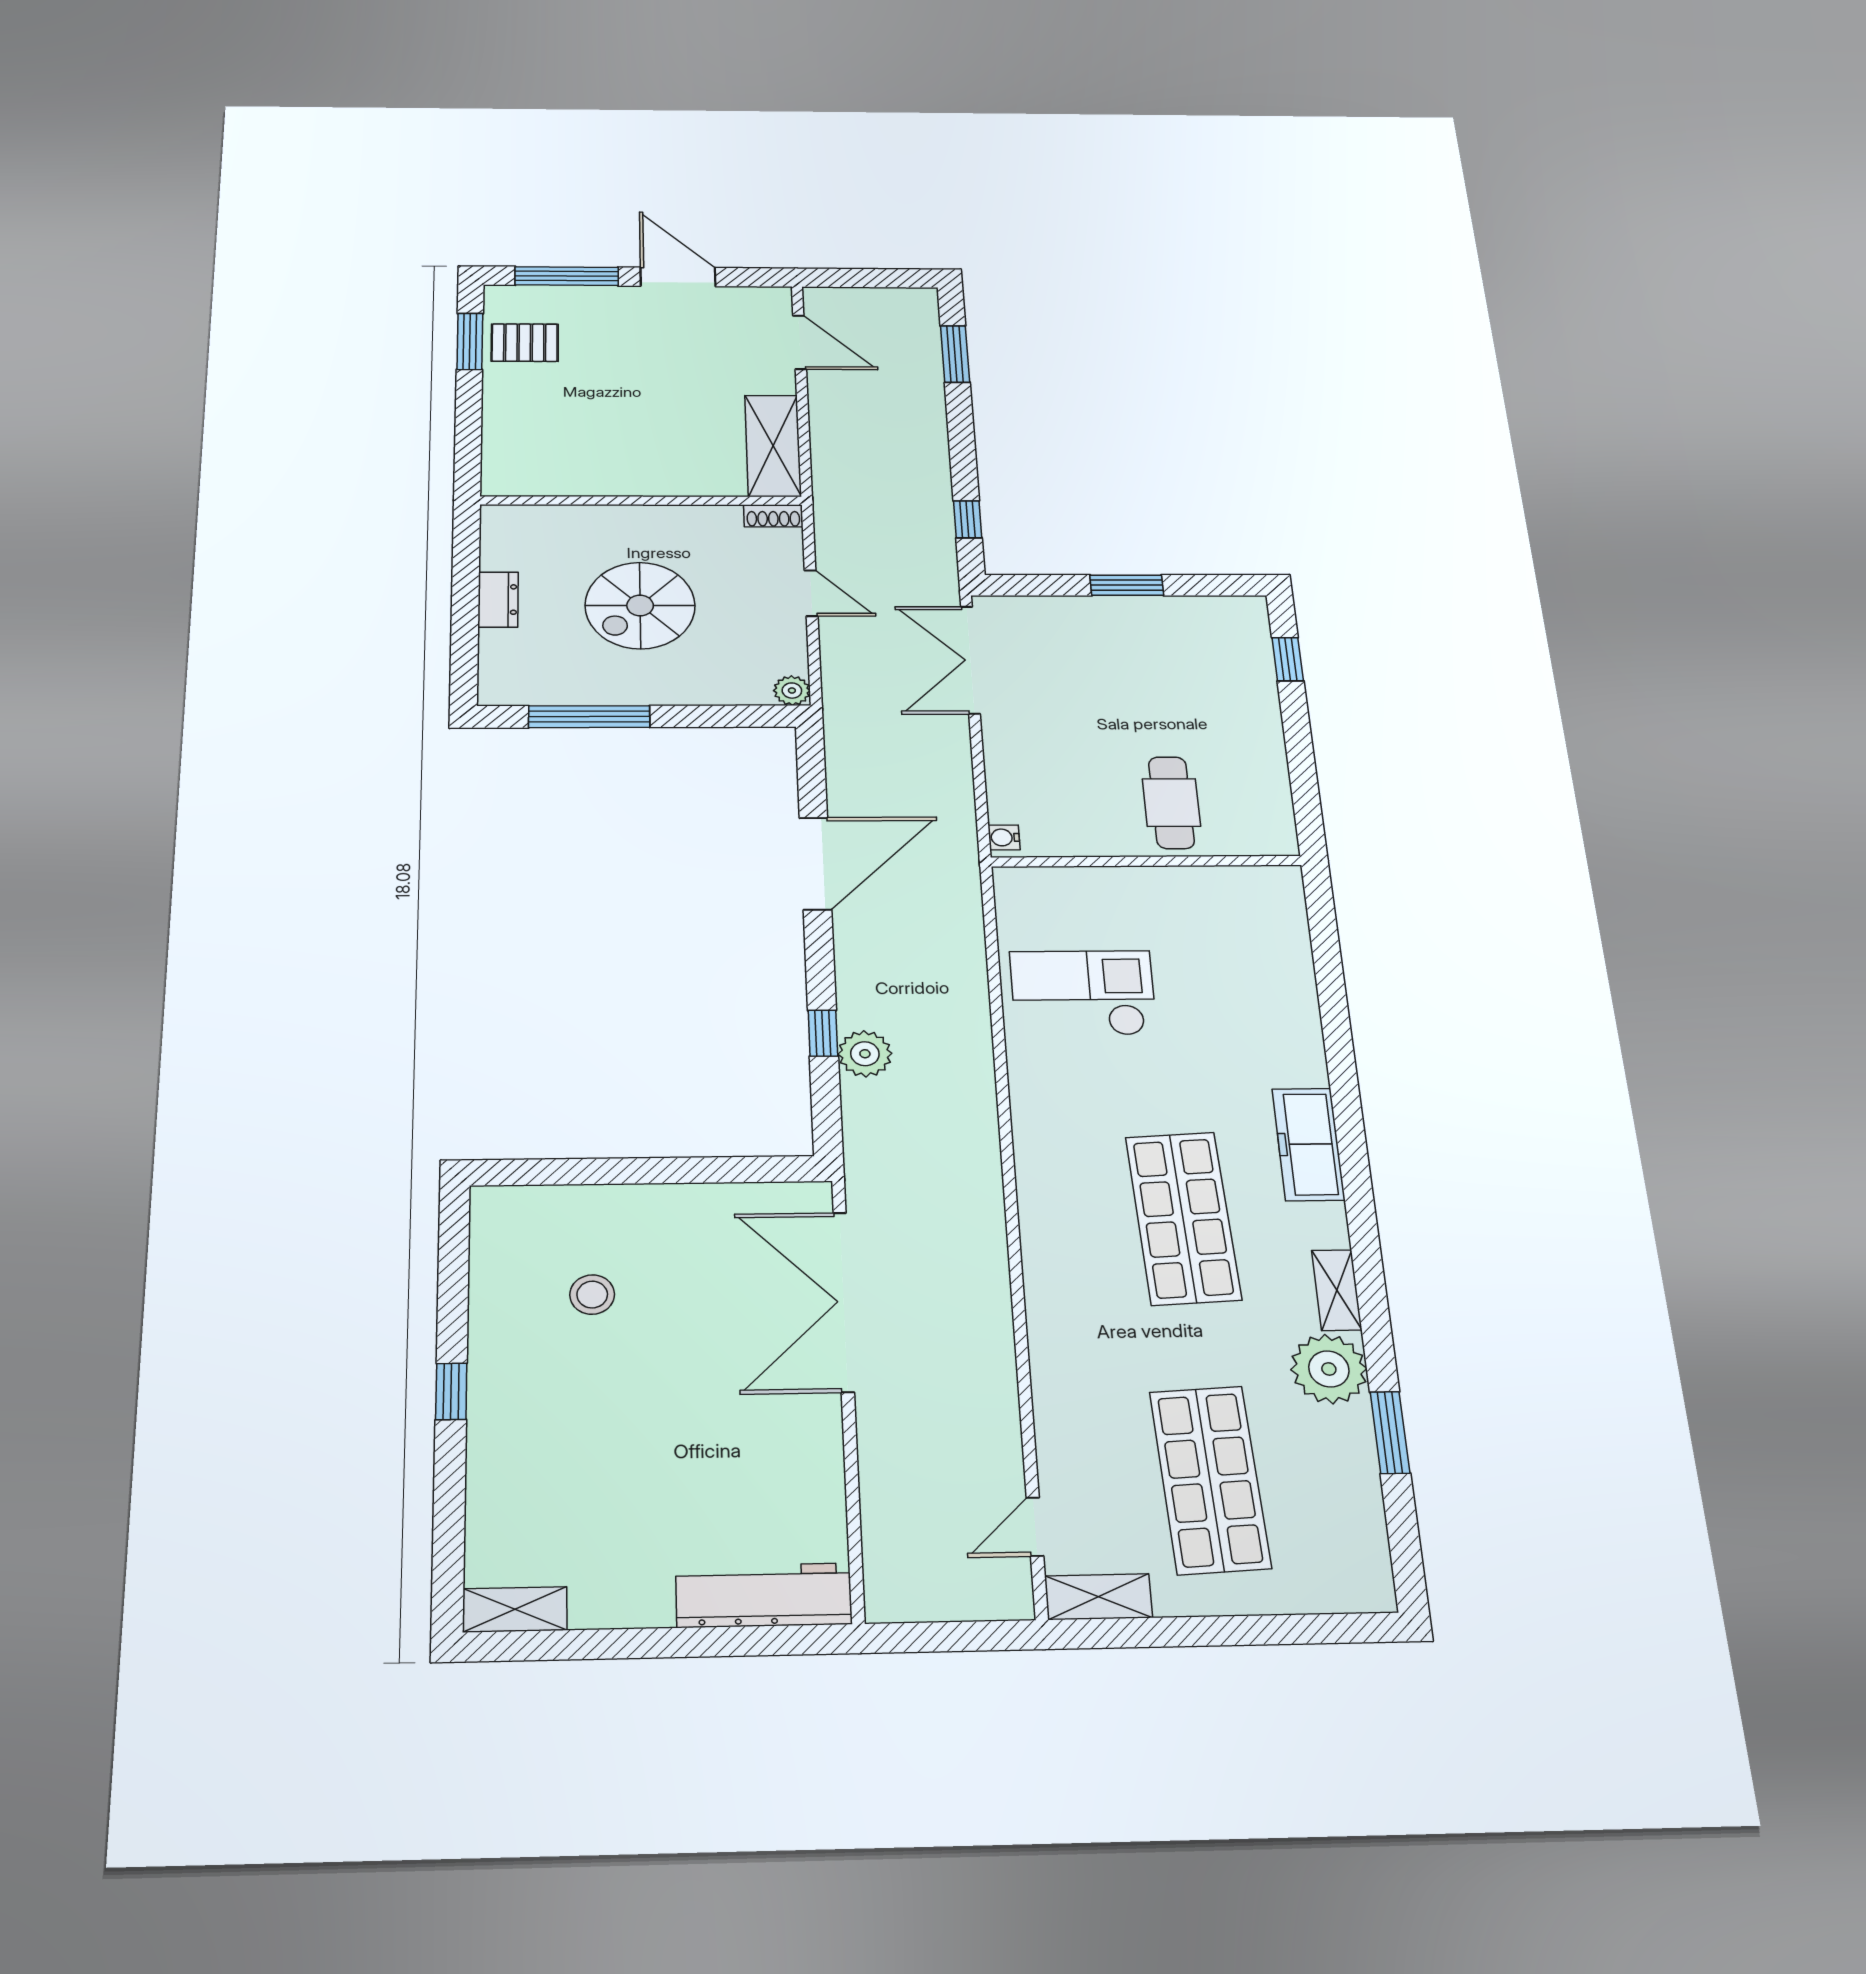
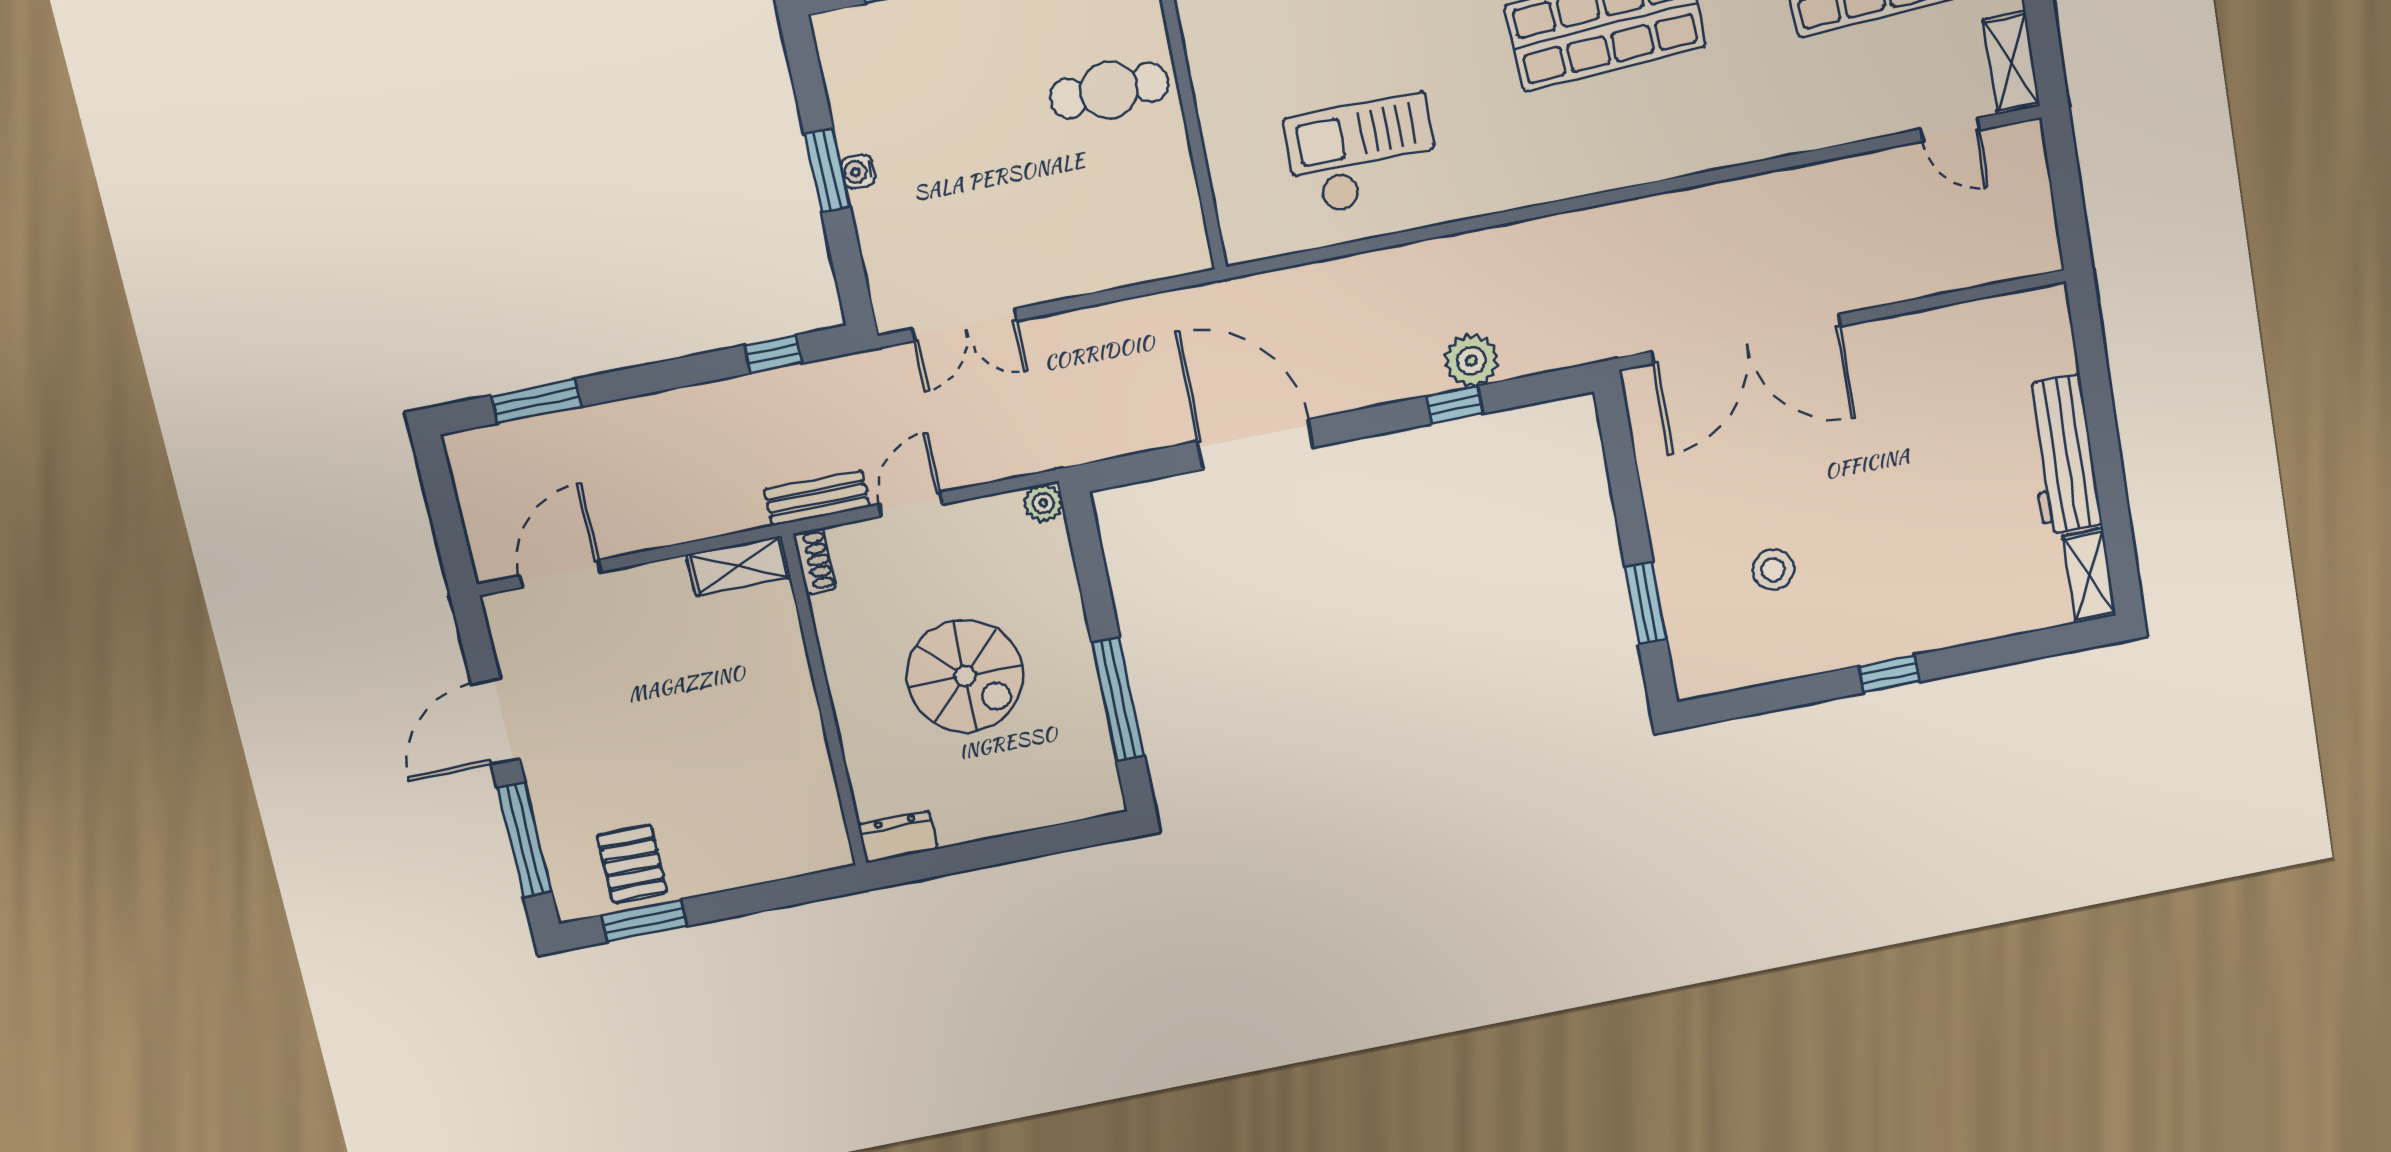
shelving: (773, 446) -> (739, 566), width x0.67, depth x0.75
bench: (831, 527) -> (817, 498), added
dresser: (498, 600) -> (898, 837), moved
double door: (970, 660) -> (965, 325), width x0.73
water cooler: (1004, 837) -> (858, 172), moved, turned 90
checkout: (1083, 993) -> (1363, 155), turned 90
window: (583, 1171) -> (1646, 603), added
workbench: (764, 1595) -> (2062, 455), moved

